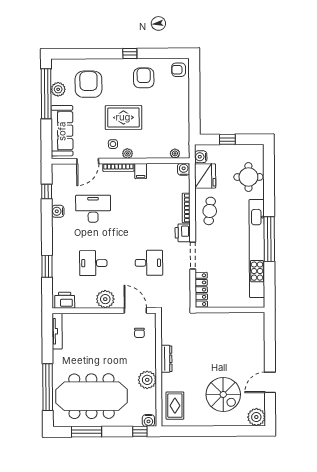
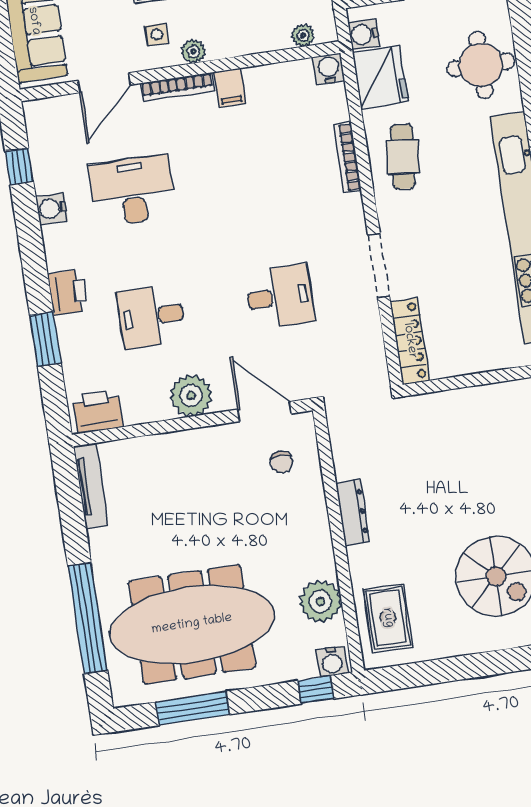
printer: (183, 233) -> (68, 292), moved, turned 180
plant: (147, 380) -> (320, 602), moved

